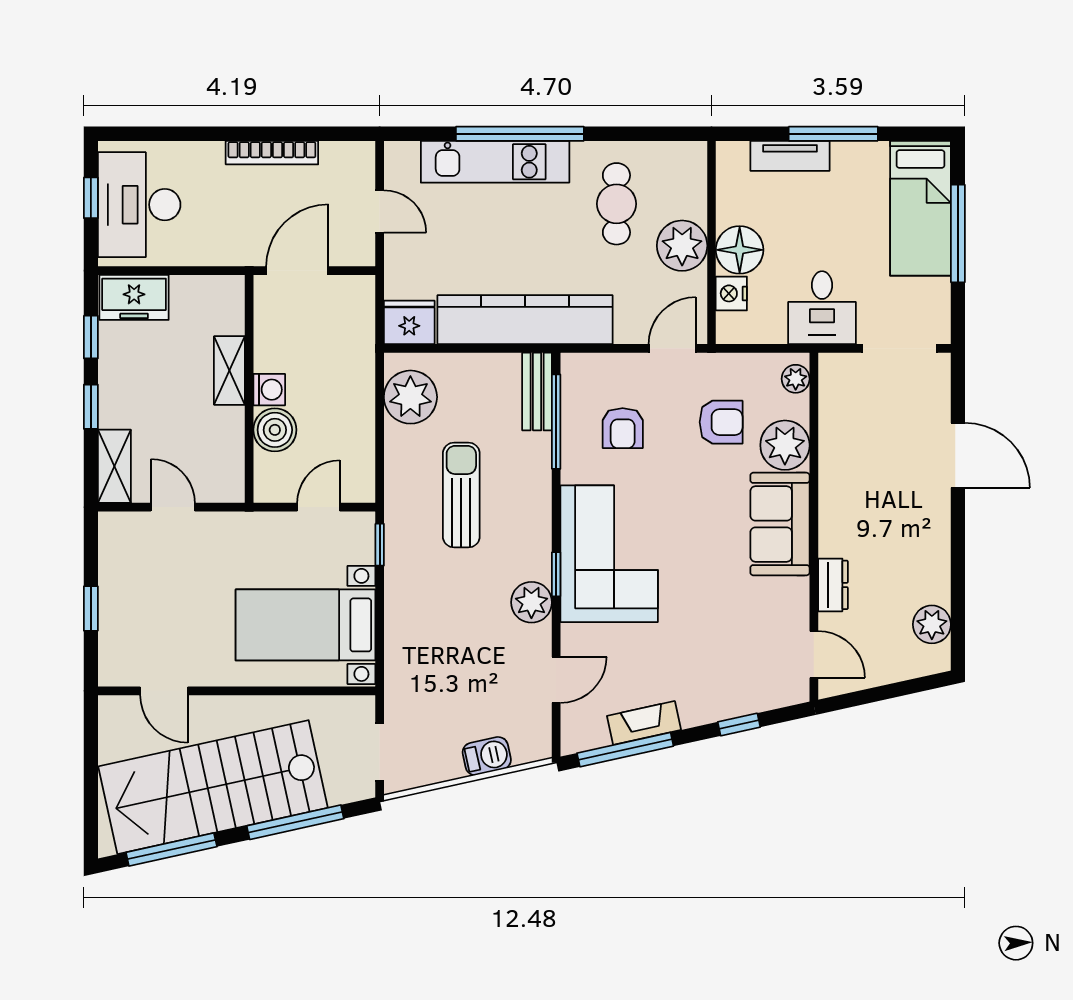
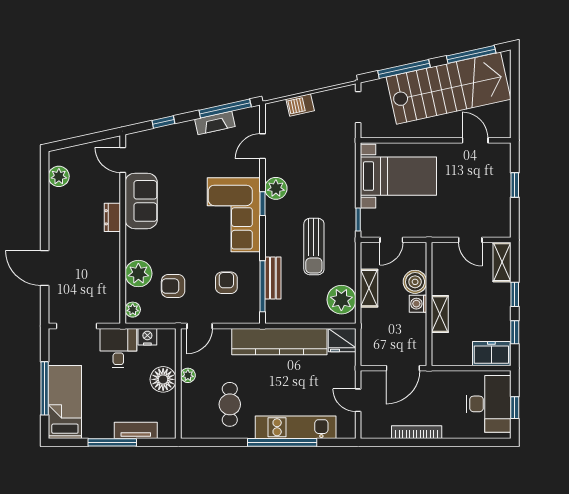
plant: (682, 246) -> (188, 375), width x0.53, depth x0.53
nightstand: (731, 293) -> (147, 337), moved, turned -90
bench: (537, 392) -> (273, 278), moved
shelving: (360, 418) -> (369, 288), added
sofa: (780, 524) -> (141, 201), moved
dresser: (833, 585) -> (112, 217), moved

